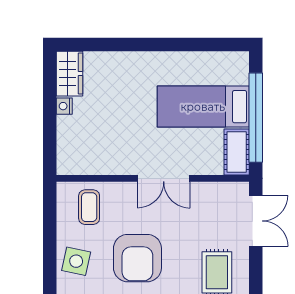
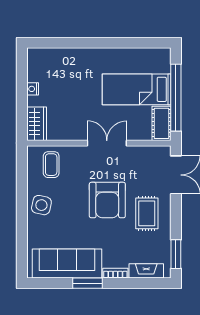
wardrobe: (70, 74) -> (37, 124), moved
double door: (164, 178) -> (107, 143), swing flipped
armchair: (137, 258) -> (107, 200), moved

